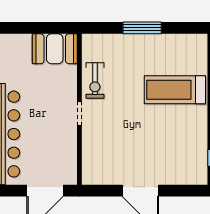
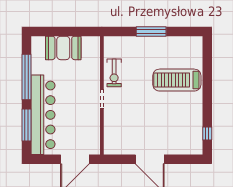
booth: (55, 49) -> (63, 48), moved

